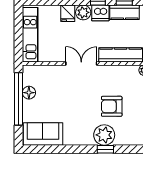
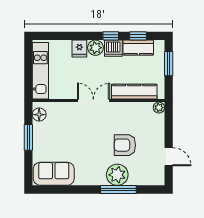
floor lamp: (29, 93) -> (39, 115), moved
window: (19, 99) -> (28, 137), width x0.47
window: (105, 149) -> (118, 190), width x2.17

